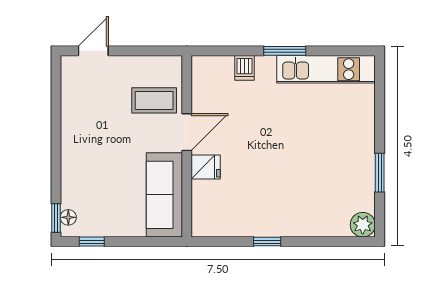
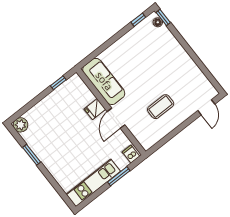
door: (187, 132) -> (116, 118), moved
wall: (187, 146) -> (111, 112), moved
fridge: (206, 167) -> (95, 109), moved
sofa: (164, 195) -> (104, 81), moved

